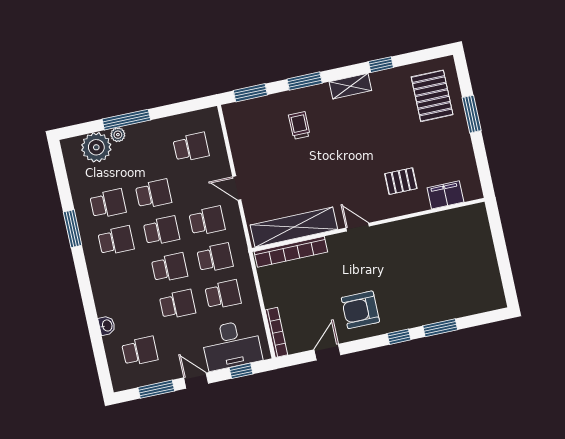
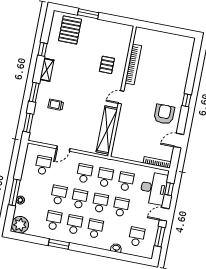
pallet: (432, 96) -> (70, 30), turned 90
plant: (96, 147) -> (20, 225), moved
door: (237, 188) -> (63, 149), moved
filing cabinet: (445, 195) -> (124, 45), removed
bookcase: (291, 252) -> (133, 64), moved
school desk: (124, 277) -> (95, 229), added
armchair: (360, 310) -> (164, 114), turned 180
window: (440, 328) -> (191, 77), removed
door: (327, 352) -> (179, 141), hinge flipped

